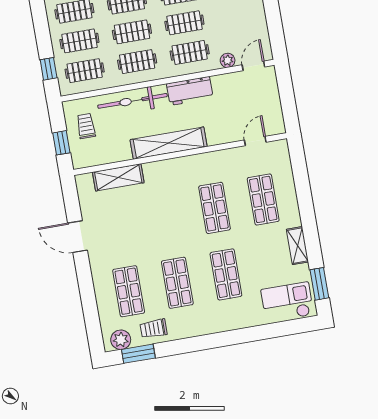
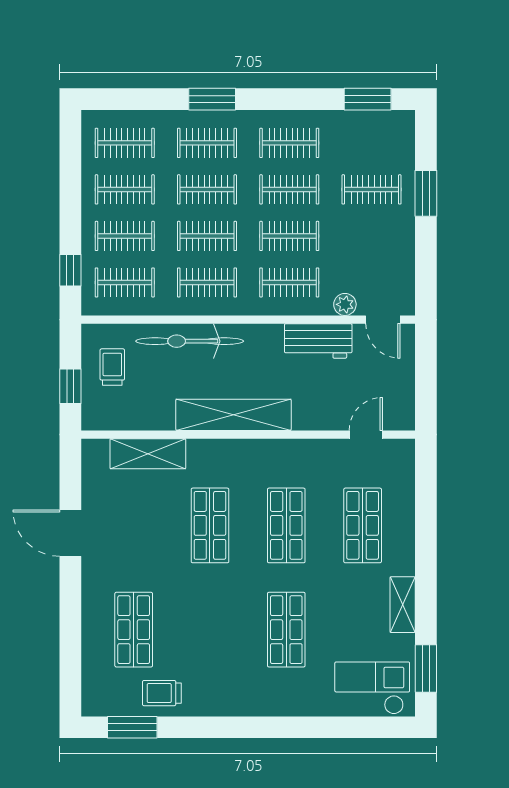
door: (253, 66) -> (383, 320), swing flipped
workbench: (190, 91) -> (318, 341), moved
shop shelf: (177, 283) -> (210, 525), moved
plant: (121, 340) -> (109, 701), removed

